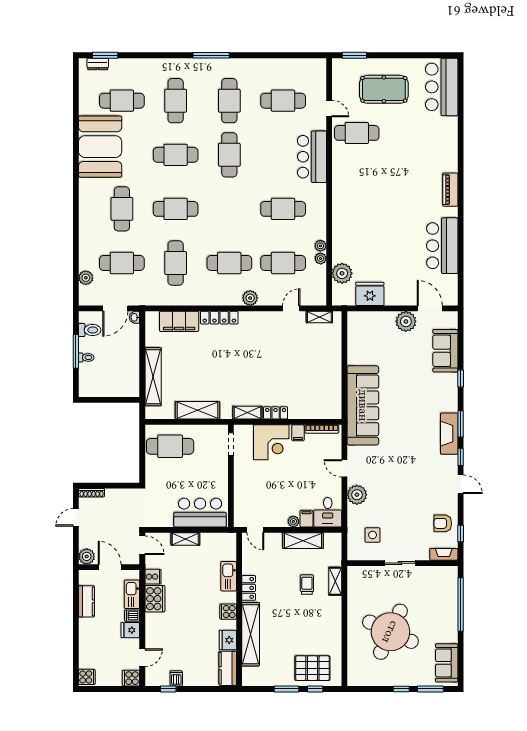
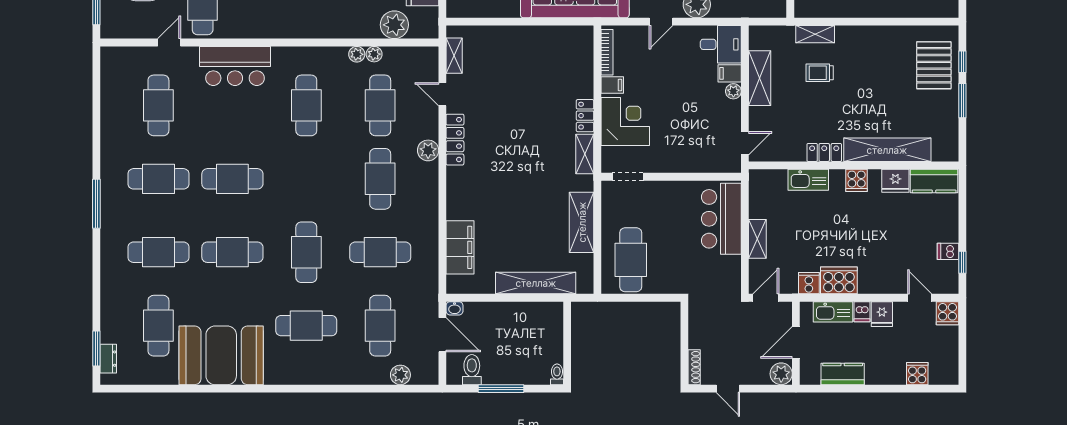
cafe table: (176, 155) -> (232, 252), turned 90
locker: (219, 318) -> (455, 140), moved
toilet: (86, 357) -> (557, 374), moved
cooker: (87, 677) -> (917, 374), moved

